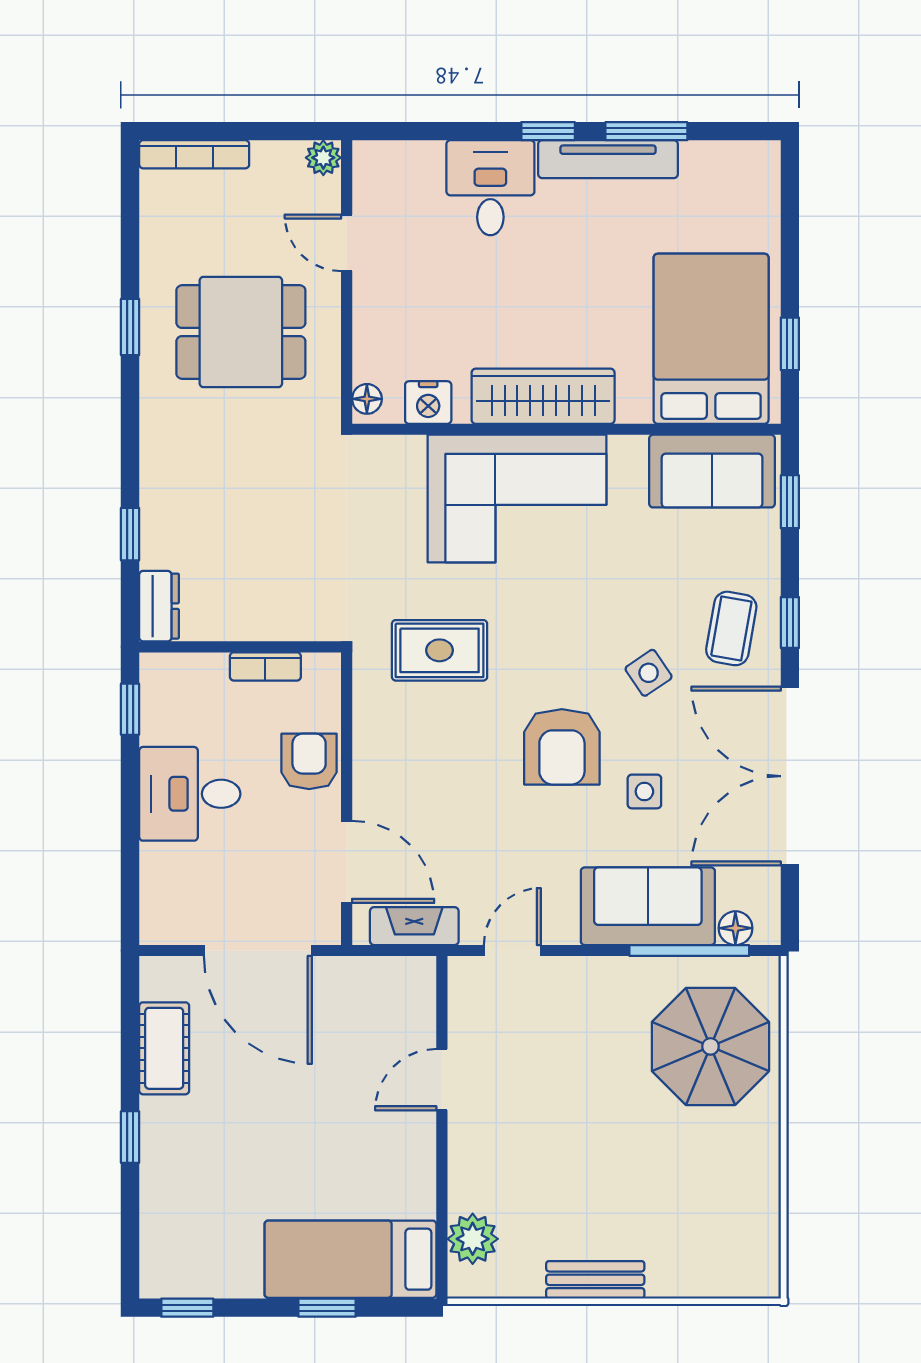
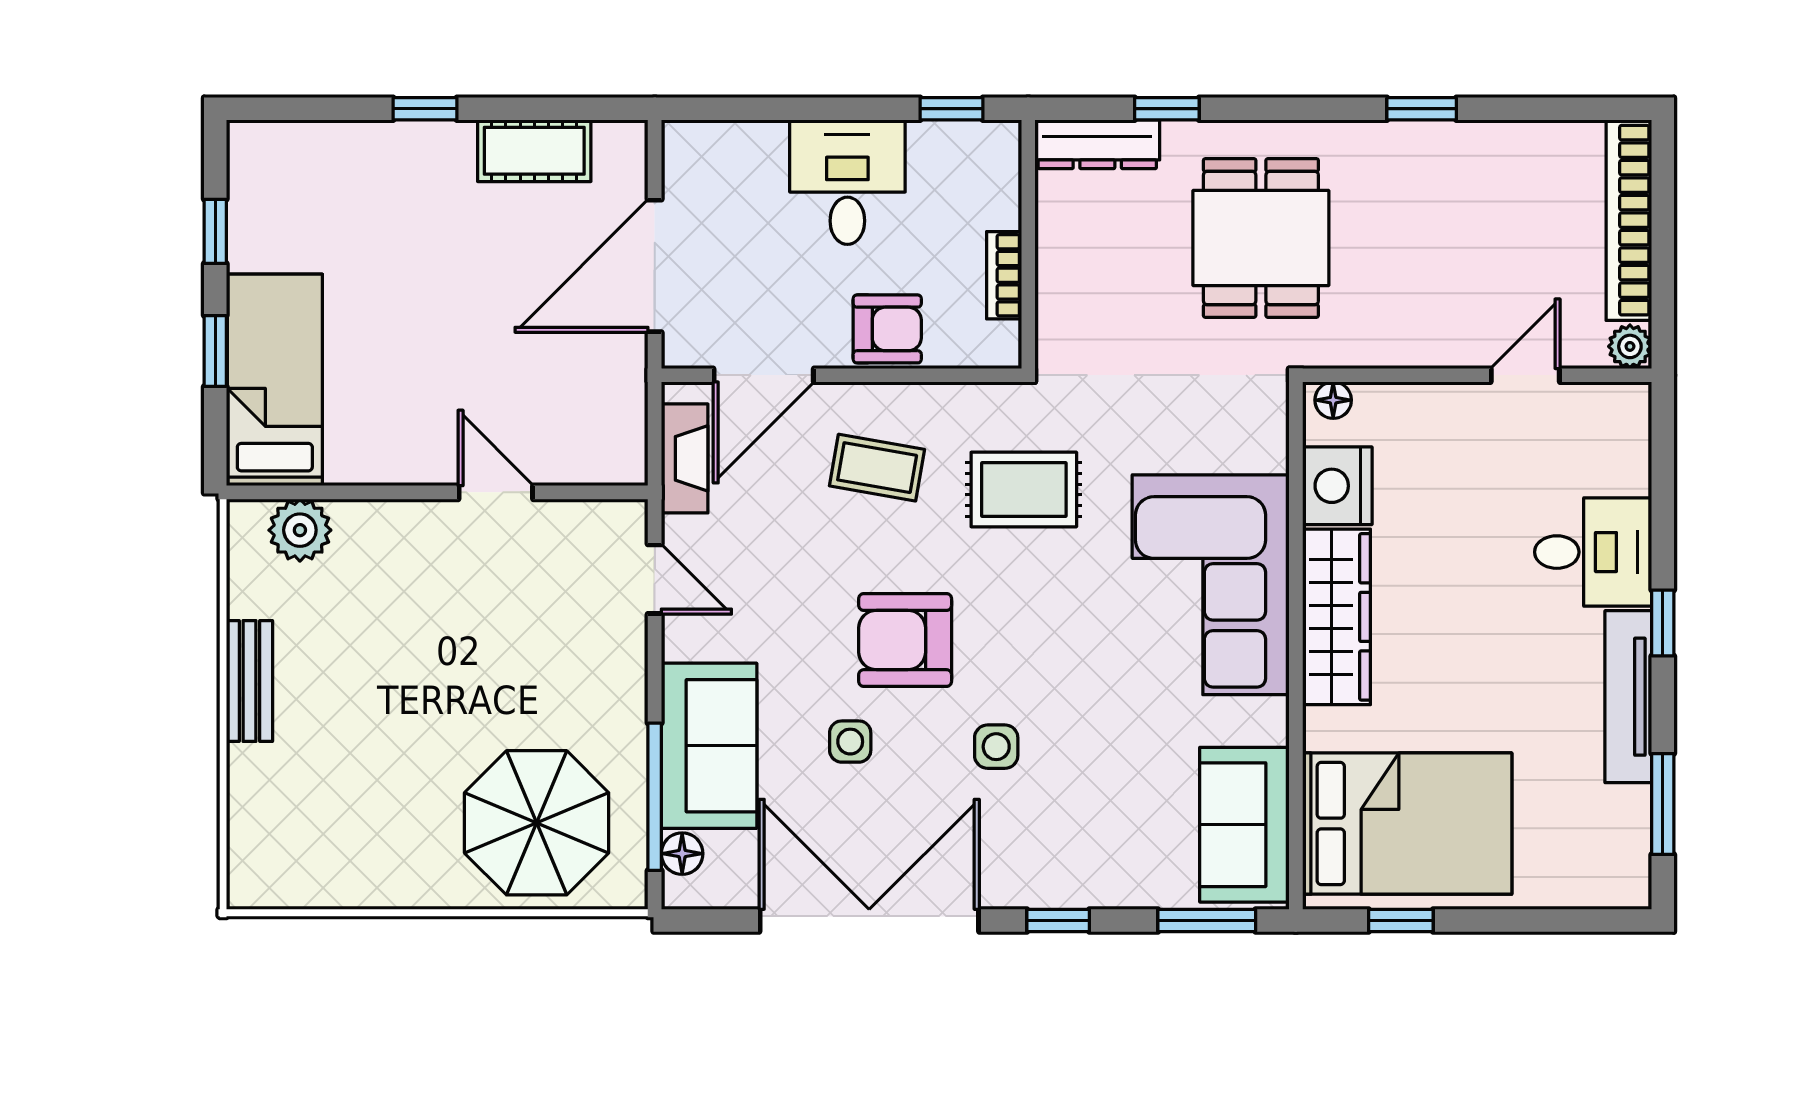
window: (646, 131) -> (1663, 804), moved
bookcase: (194, 154) -> (1629, 220), width x1.48, depth x1.31
dining table: (241, 332) -> (1261, 238), moved
nightstand: (428, 403) -> (1337, 486), width x1.36, depth x1.33
window: (790, 502) -> (1207, 921), width x1.50
dresser: (159, 606) -> (1097, 144), width x1.44
coffee table: (731, 628) -> (877, 468), moved
rug: (440, 650) -> (1024, 489), turned 90
side table: (649, 673) -> (996, 747), turned 34
window: (187, 1308) -> (215, 231), moved

